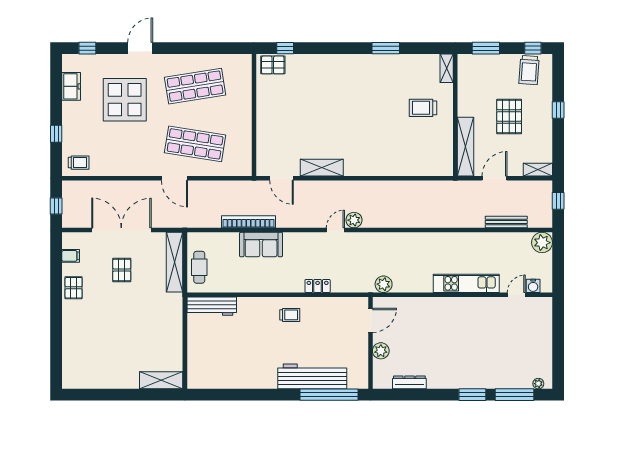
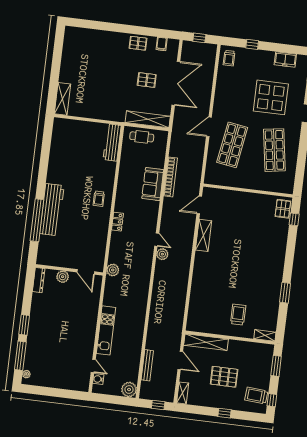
door: (370, 320) -> (86, 272), moved
wall: (370, 343) -> (69, 270), moved
plant: (381, 351) -> (63, 277), moved

